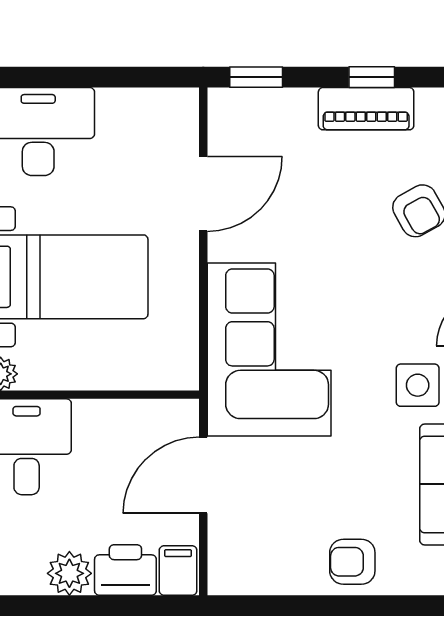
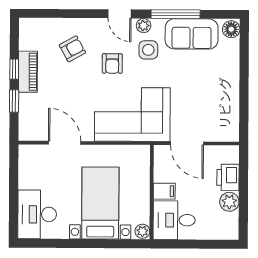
window: (256, 77) -> (14, 101), moved
armchair: (352, 562) -> (112, 63), moved
filing cabinet: (178, 570) -> (164, 191), moved, turned 180

